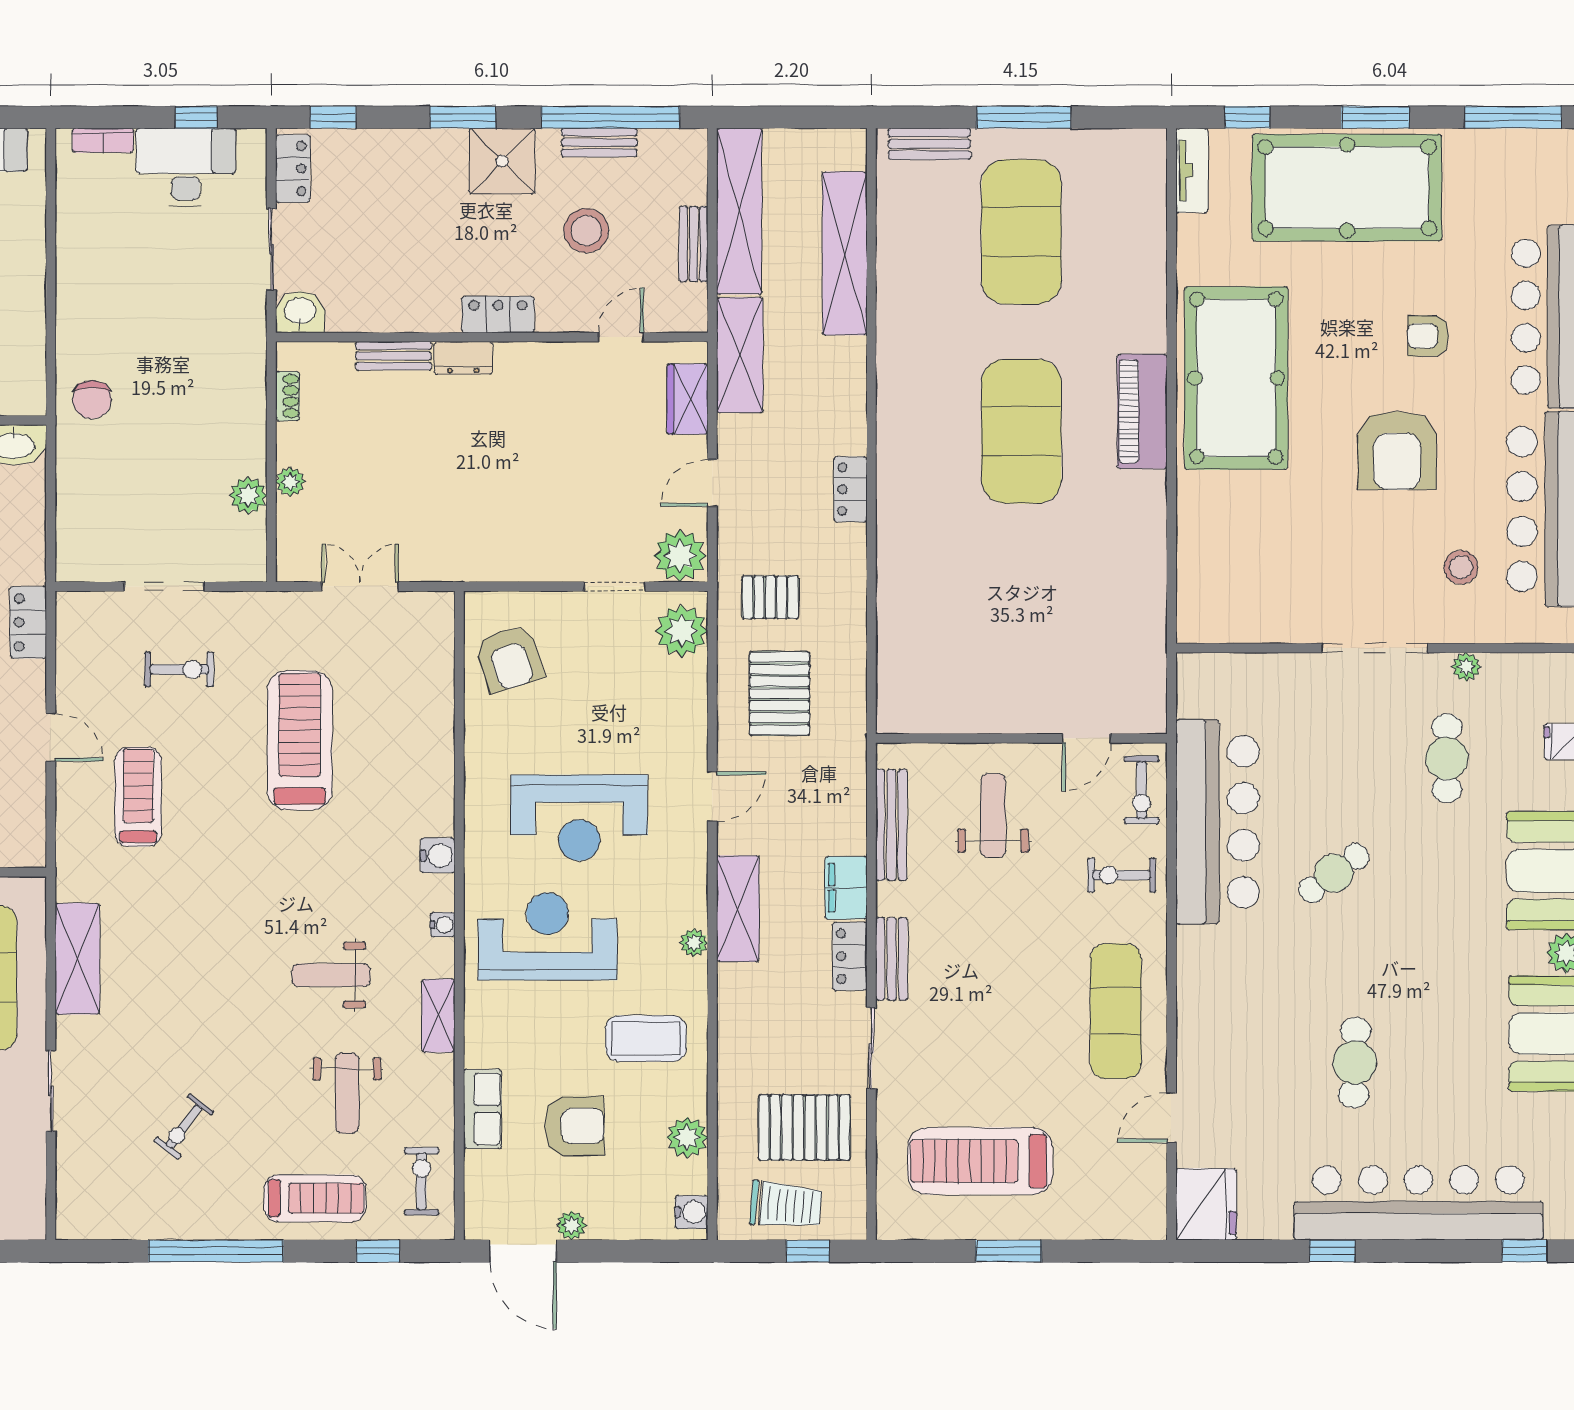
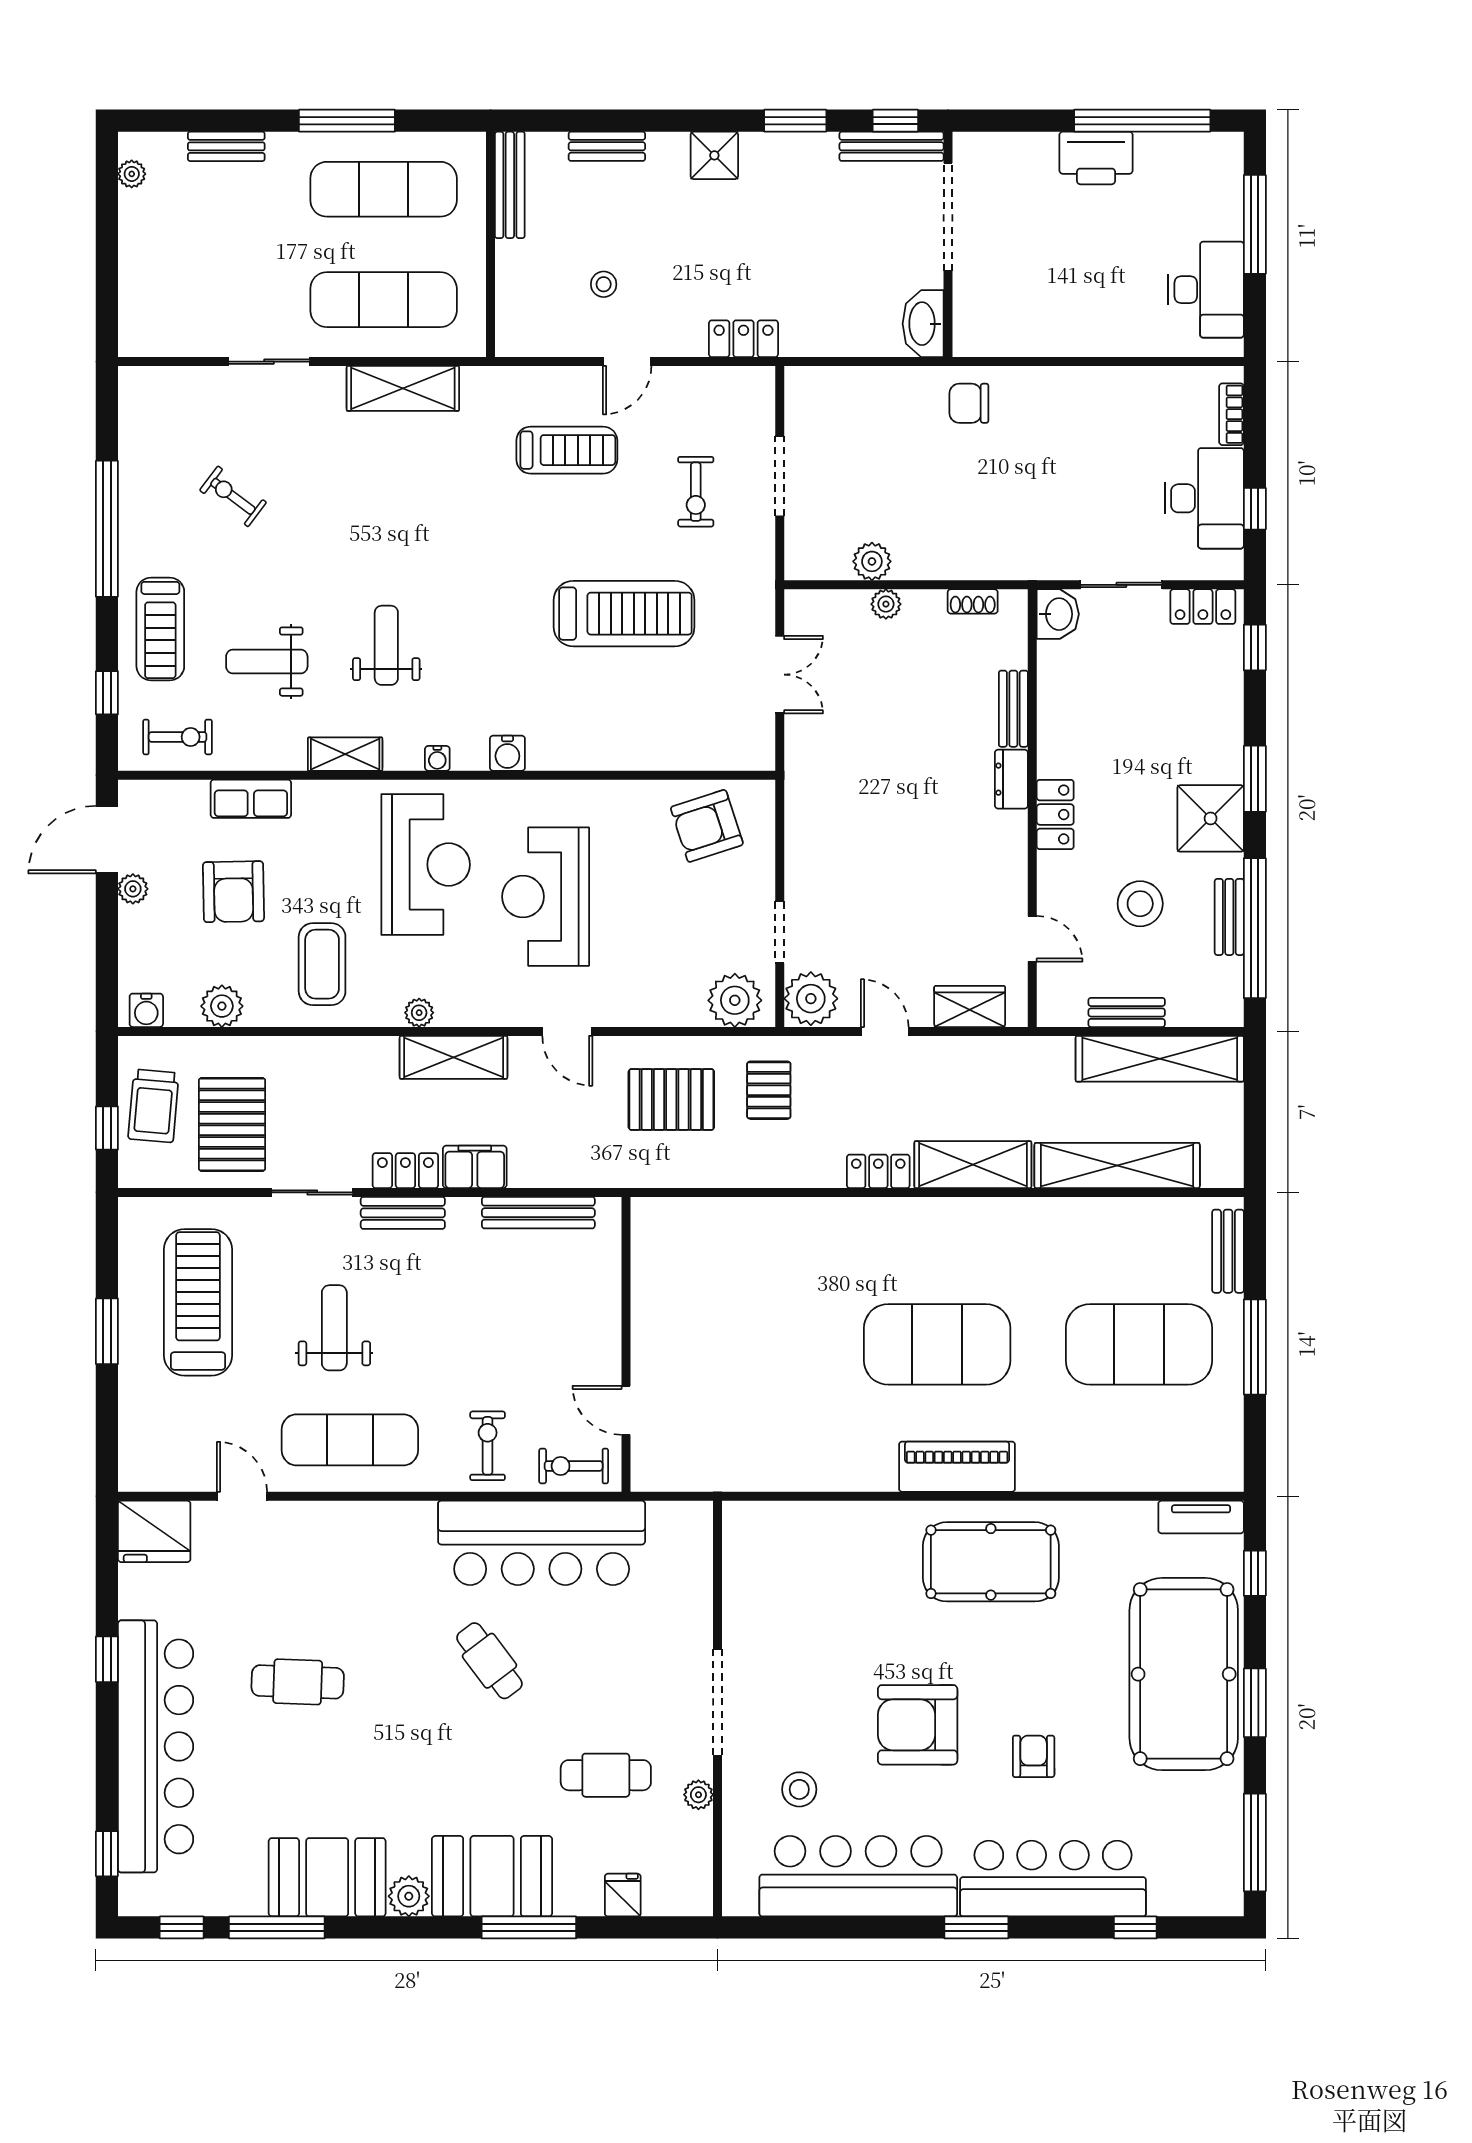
shelving: (740, 355) -> (973, 1165), moved
pool table: (1236, 378) -> (991, 1562), width x0.73, depth x0.76
weight bench: (993, 815) -> (334, 1328), moved, turned -90

